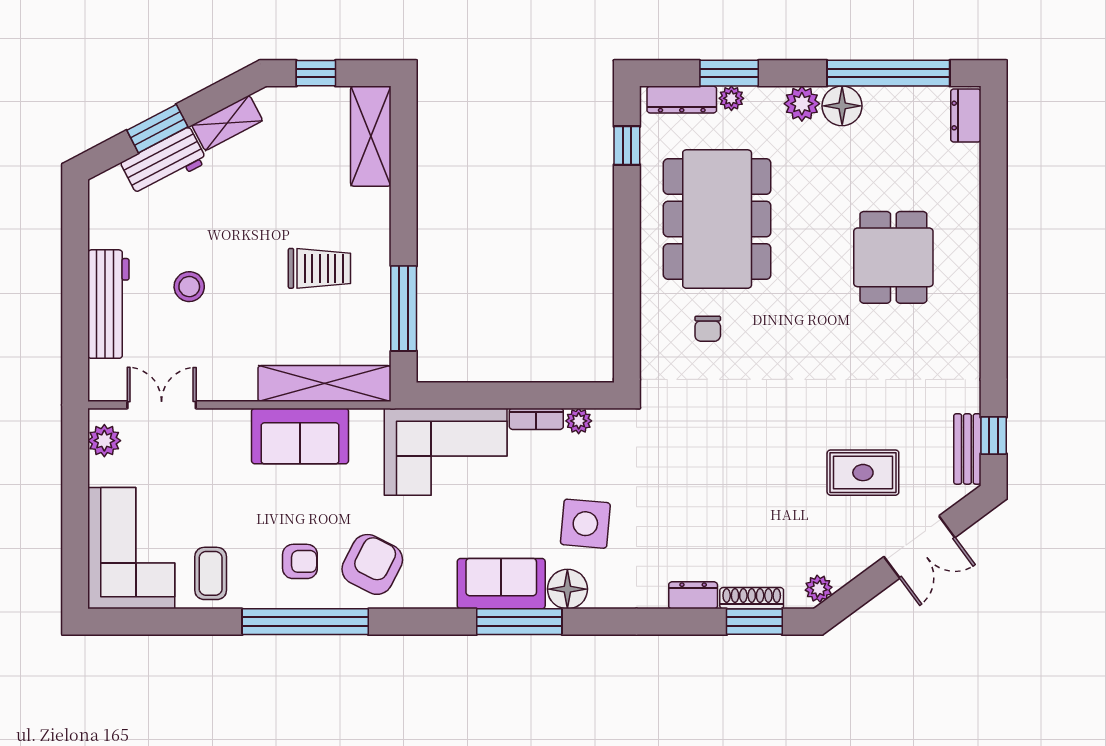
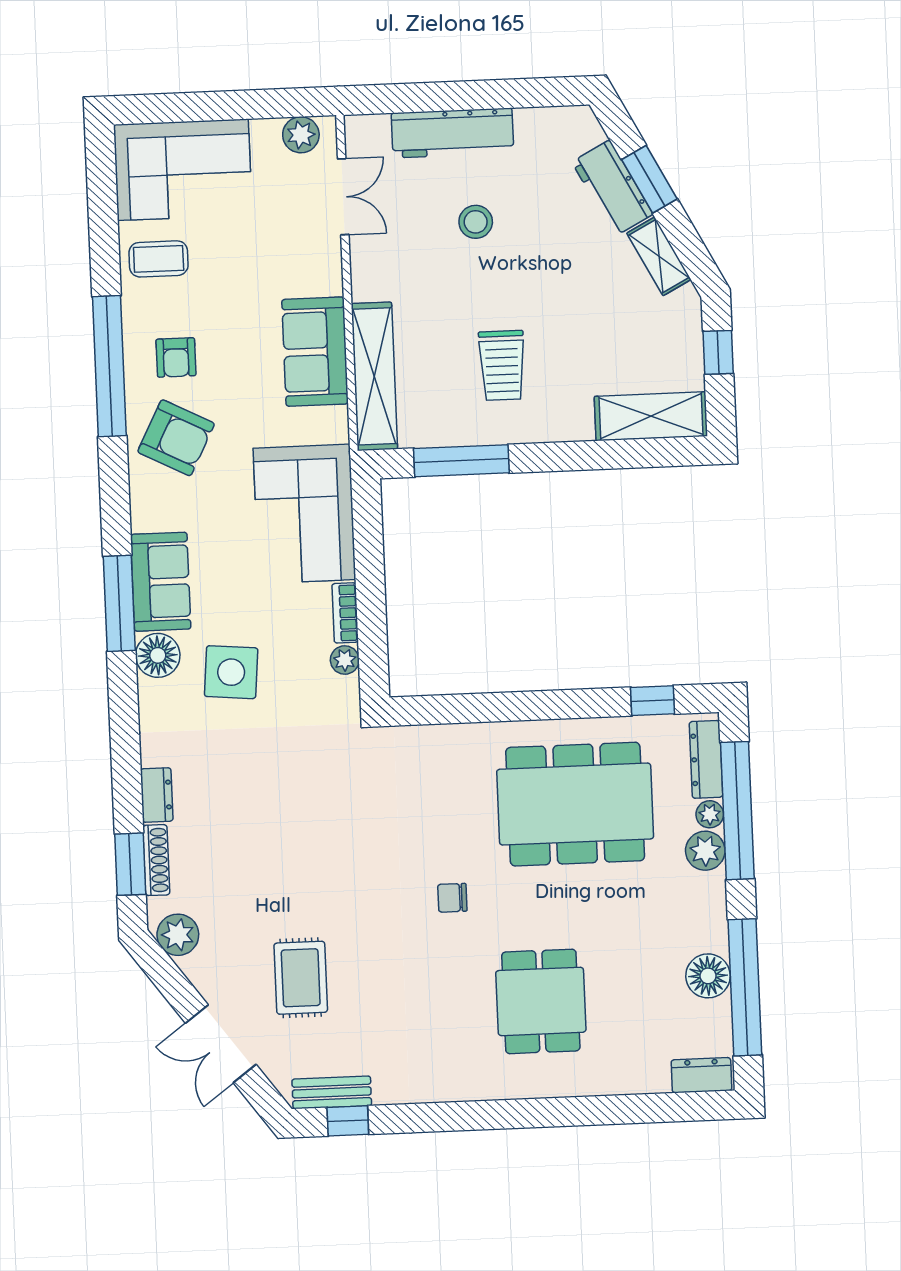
window: (729, 73) -> (737, 811), width x2.11
plant: (802, 104) -> (705, 851), moved
floor lamp: (842, 106) -> (708, 976), moved
dining table: (893, 257) -> (541, 1001), turned 90
chair: (708, 329) -> (452, 898), moved
plant: (819, 589) -> (178, 935), width x1.38, depth x1.38

